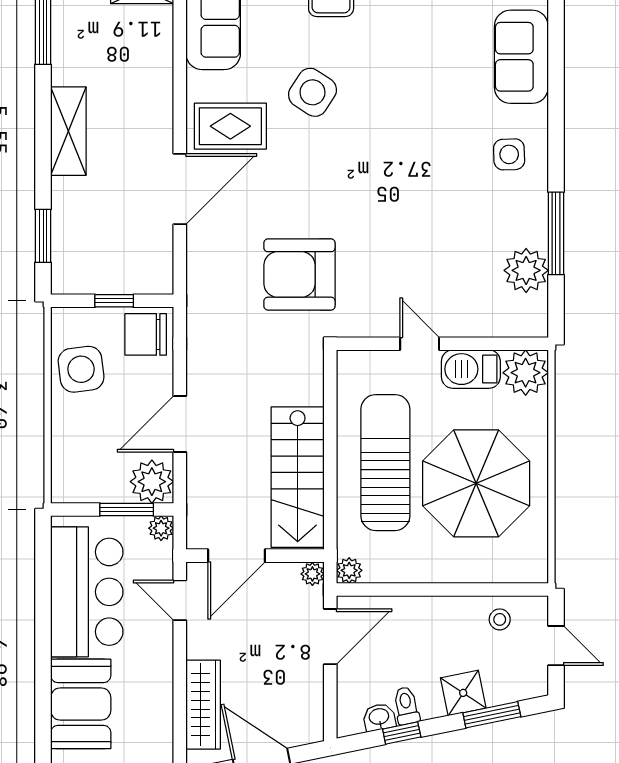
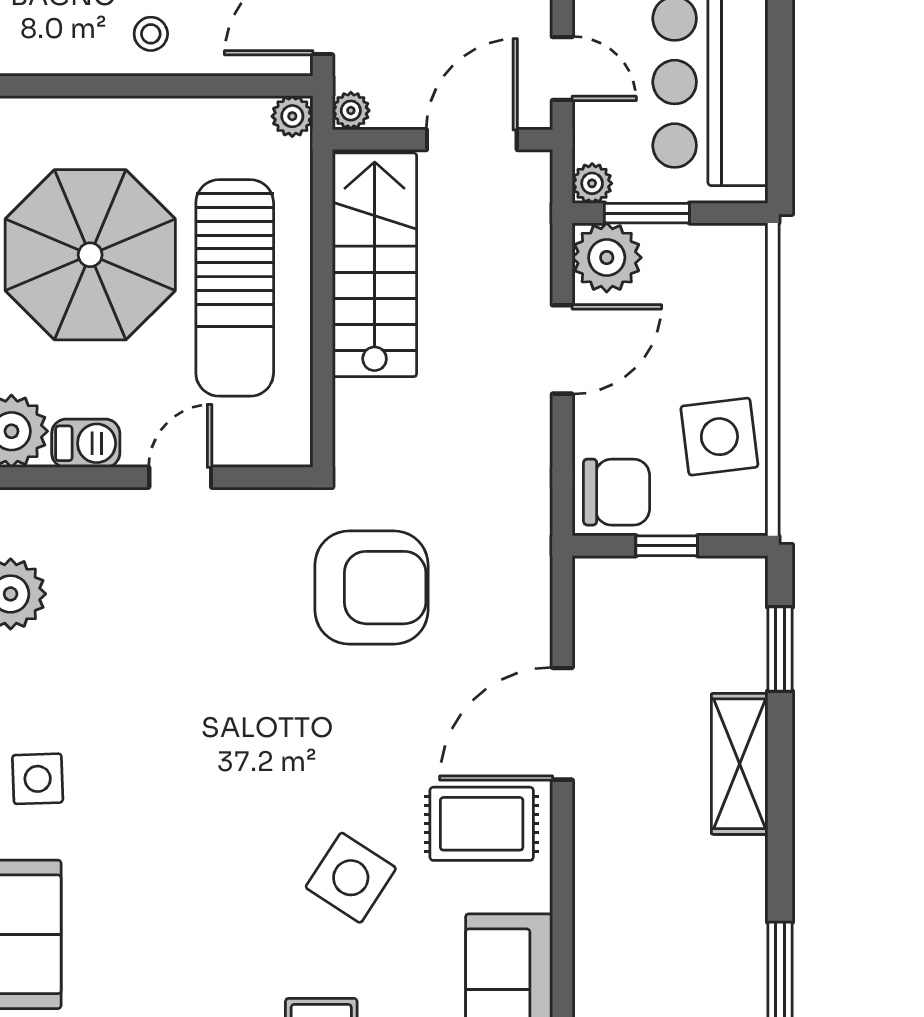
shelving: (68, 131) -> (740, 764), moved
door: (420, 344) -> (180, 477), swing flipped
barbecue: (471, 369) -> (86, 443), width x0.73, depth x0.79
stool: (500, 619) -> (151, 34), moved

